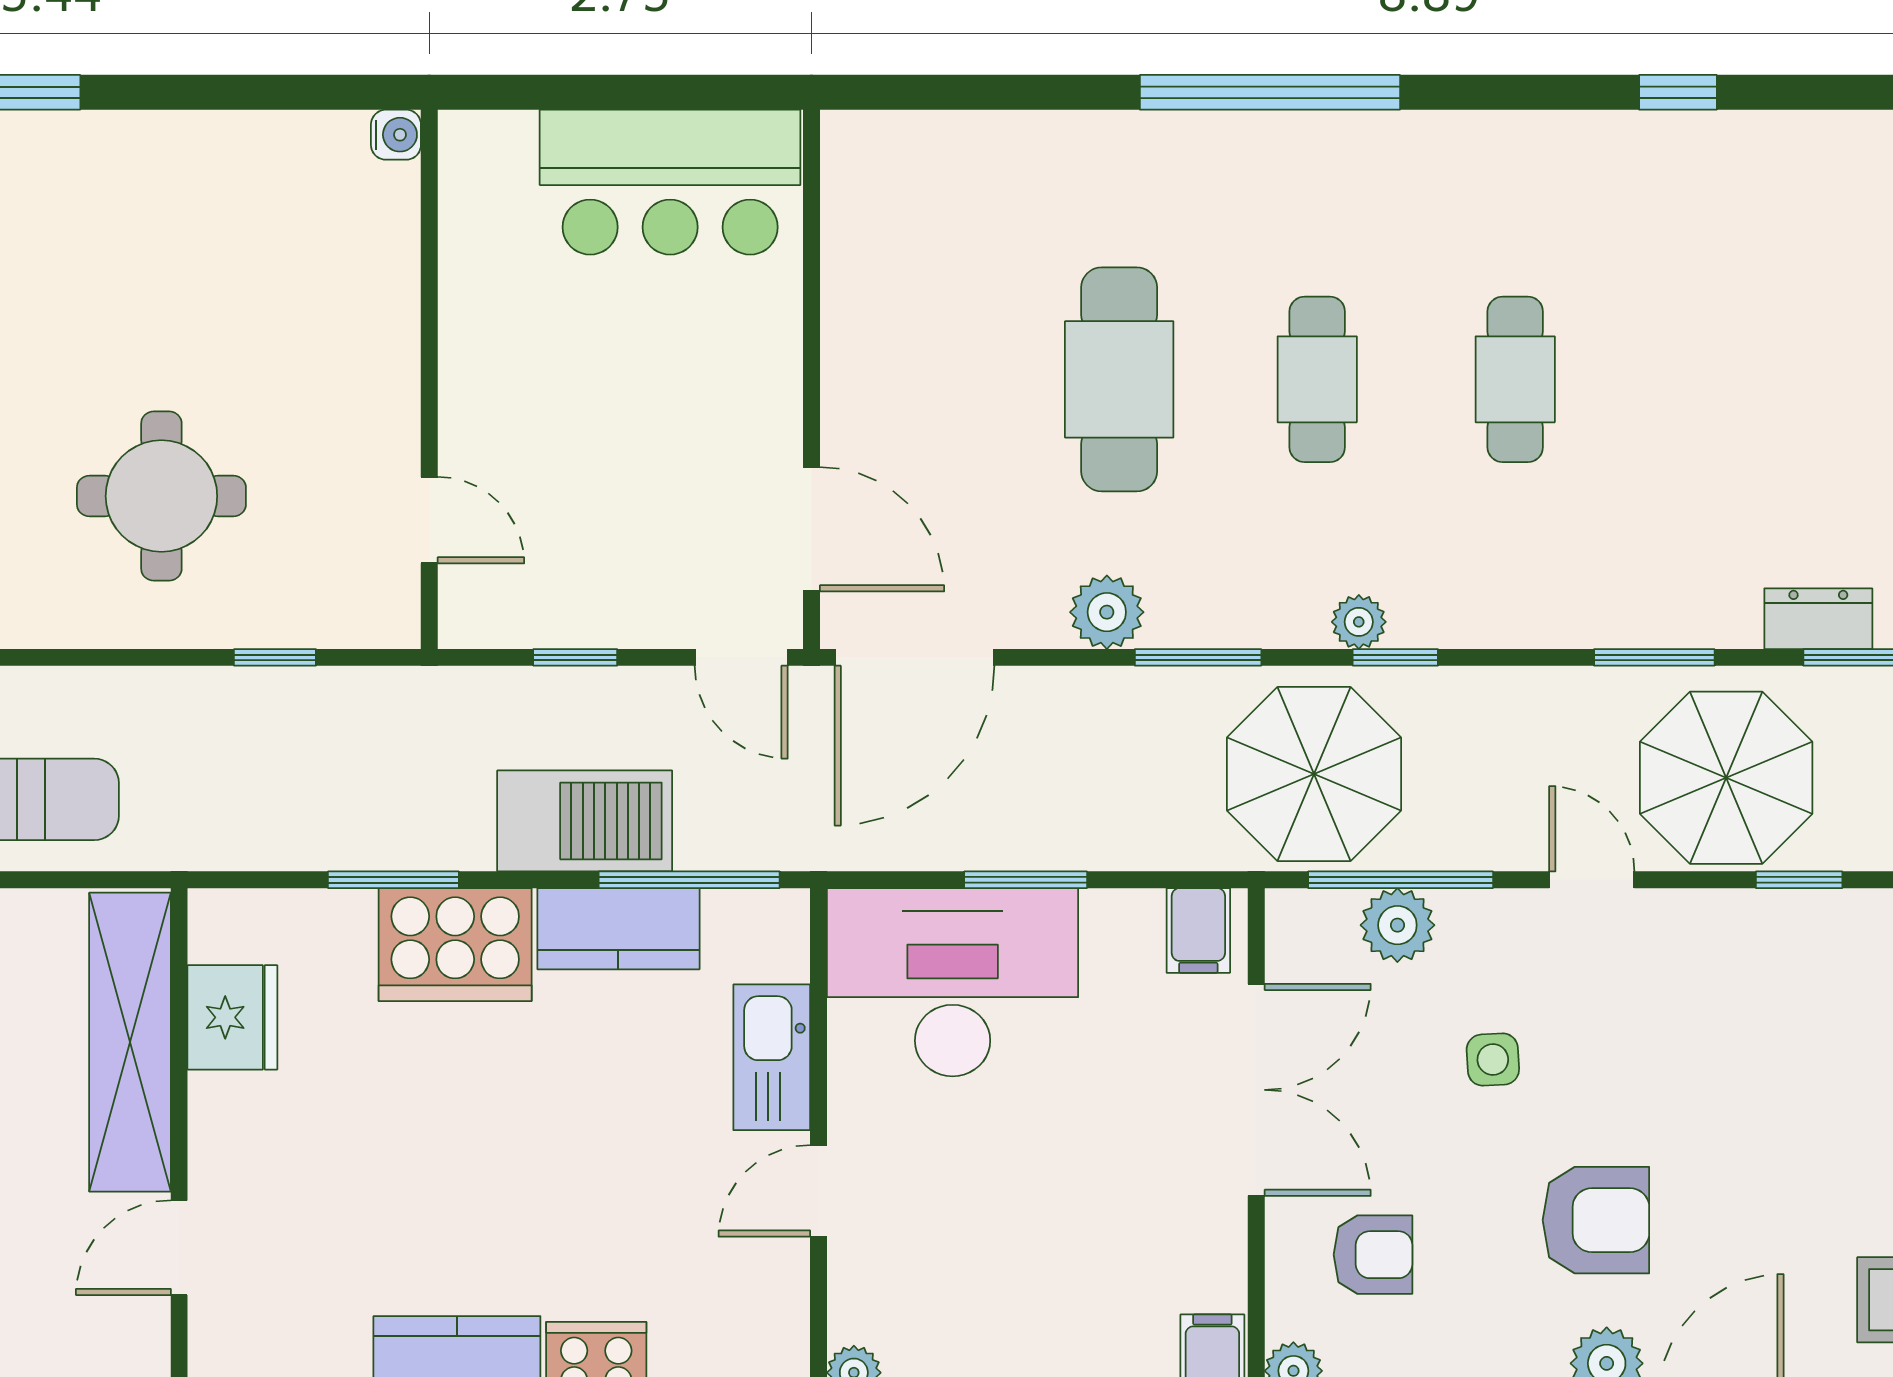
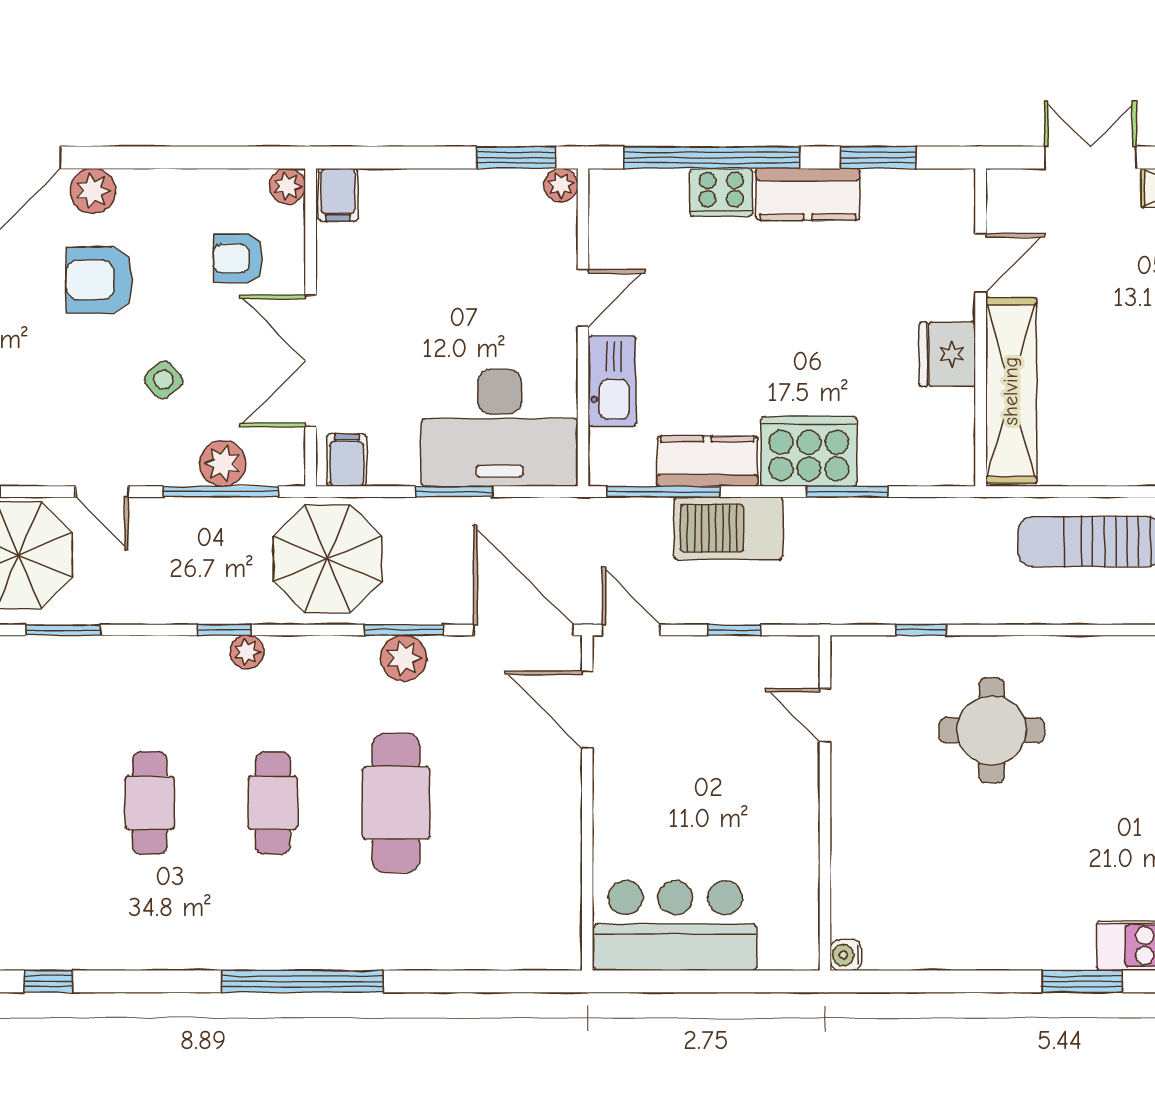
door: (914, 657) -> (523, 630), hinge flipped
window: (1198, 657) -> (404, 630), moved
parasol: (1314, 774) -> (328, 559), moved
fridge: (232, 1017) -> (947, 354), moved
side table: (1493, 1060) -> (164, 380), turned -38

